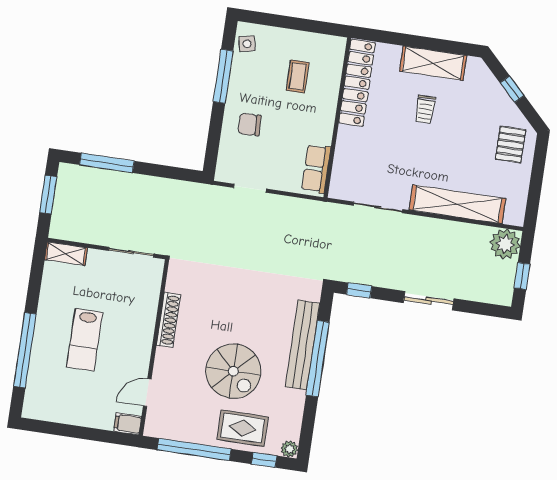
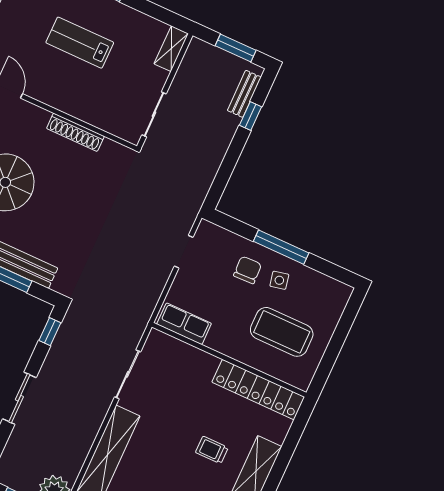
side table: (247, 44) -> (279, 280), moved
window: (223, 76) -> (281, 247), moved
coffee table: (298, 77) -> (282, 332), width x1.86, depth x1.72
window: (107, 163) -> (250, 116), width x0.46
bench: (88, 174) -> (244, 94), added

